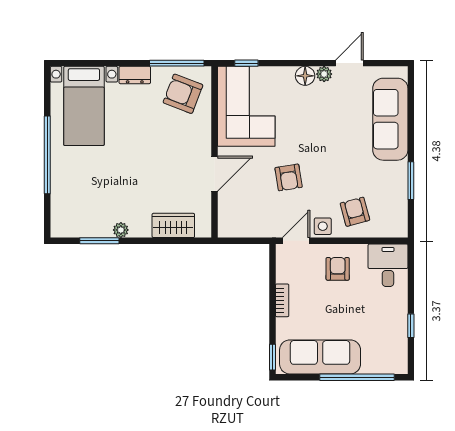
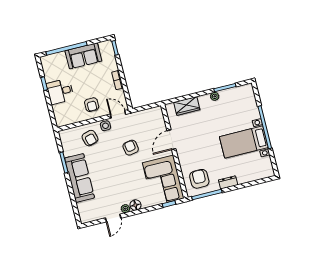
armchair: (183, 94) -> (199, 179), turned -111
bed with nightstands: (84, 106) -> (244, 142), moved, turned -90
sofa: (390, 119) -> (80, 178), moved
door: (296, 241) -> (118, 114), swing flipped
desk: (388, 265) -> (60, 91), moved, turned 90
sofa: (320, 357) -> (83, 56), width x0.73

